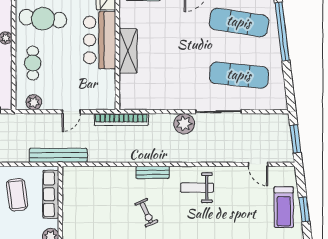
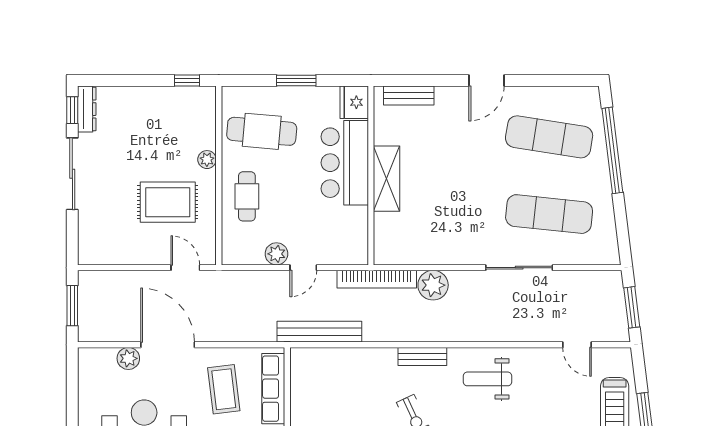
plant: (34, 102) -> (276, 254), moved
plant: (184, 124) -> (433, 285), moved
bench: (58, 155) -> (319, 332), moved

